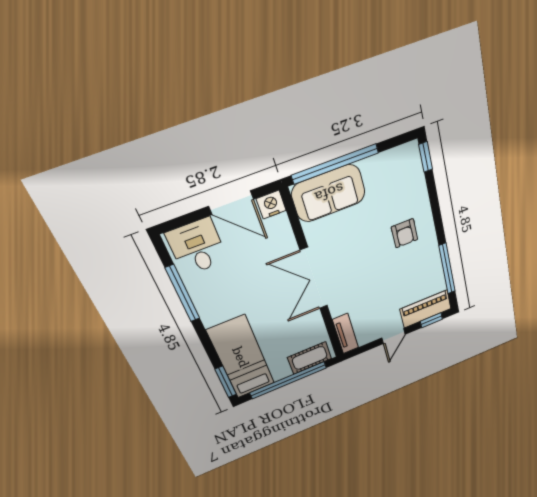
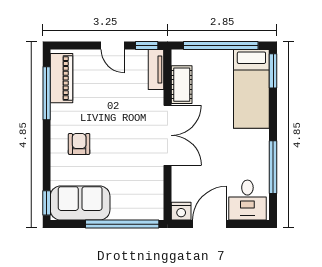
sofa: (329, 193) -> (80, 203), moved
door: (231, 203) -> (210, 224), hinge flipped
piano: (426, 309) -> (62, 78), moved, turned -90
window: (431, 320) -> (147, 46), moved
door: (394, 336) -> (113, 46), swing flipped
cot: (310, 358) -> (182, 85), moved, turned 90

